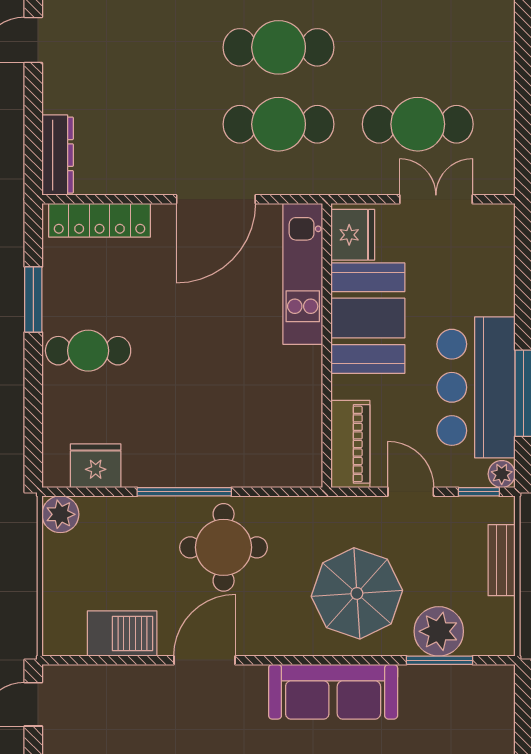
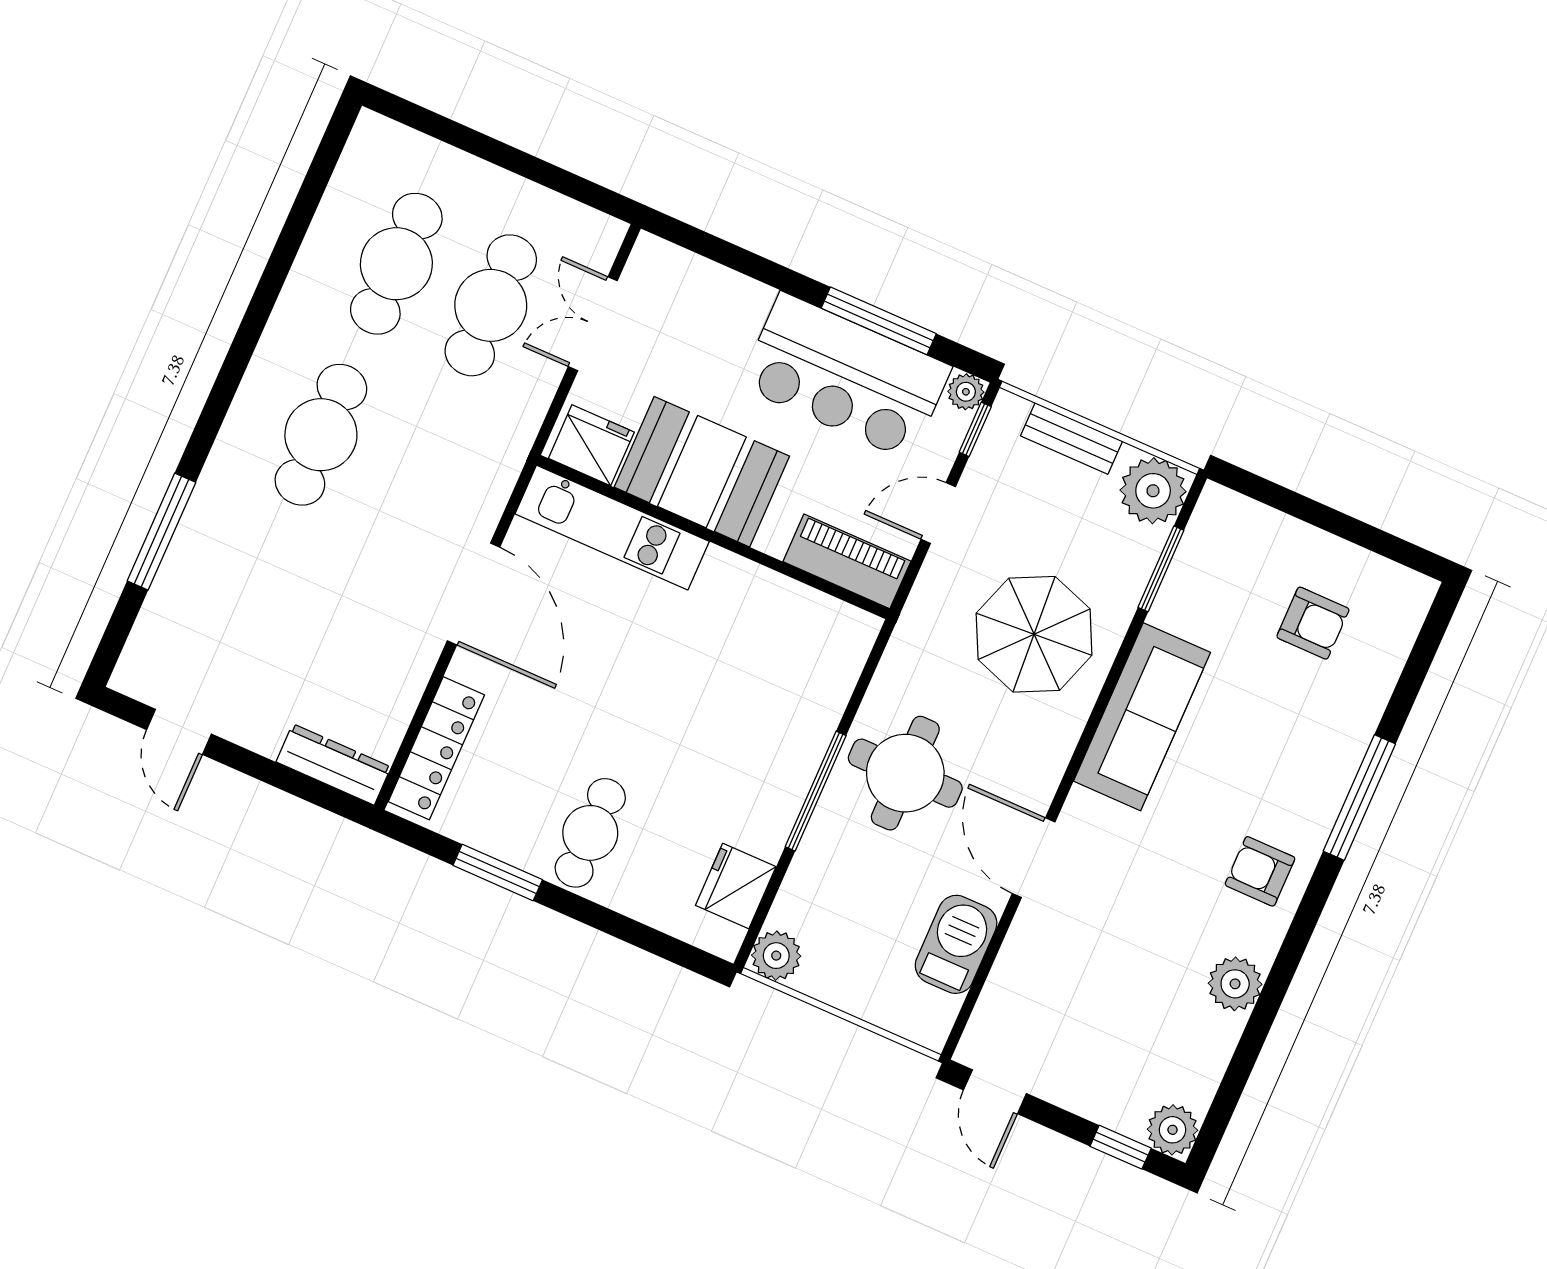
cafe table: (279, 124) -> (396, 264), moved
plant: (439, 631) -> (1153, 491), moved

